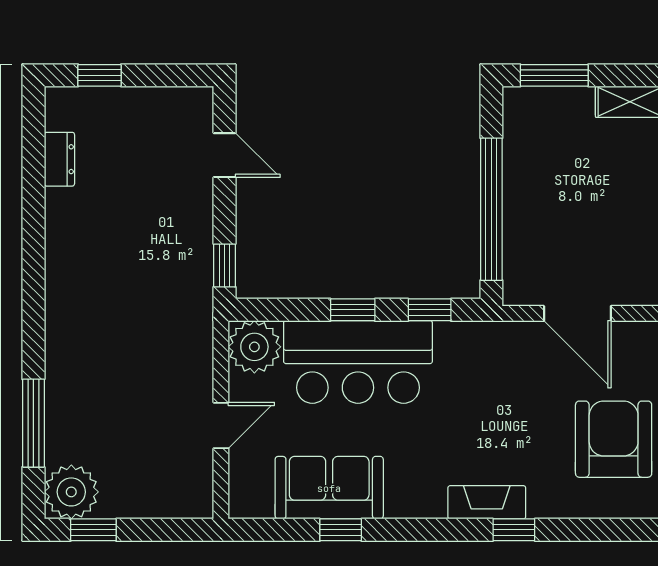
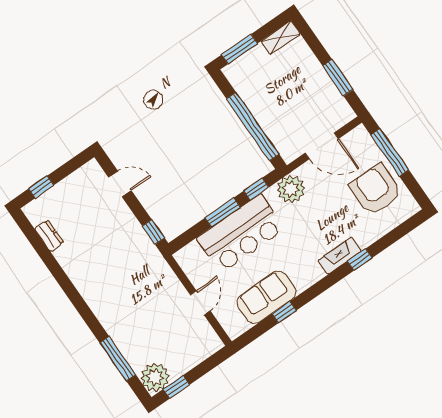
window: (353, 310) -> (223, 212), width x1.50
plant: (254, 347) -> (291, 189), moved

